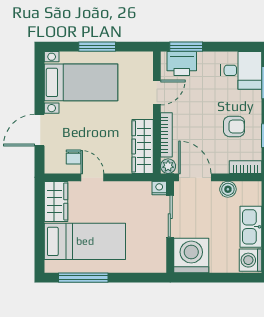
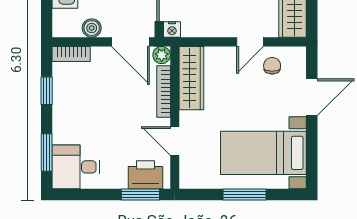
door: (157, 93) -> (175, 141), hinge flipped
armchair: (234, 126) -> (85, 101), removed
door: (92, 177) -> (250, 42), hinge flipped

